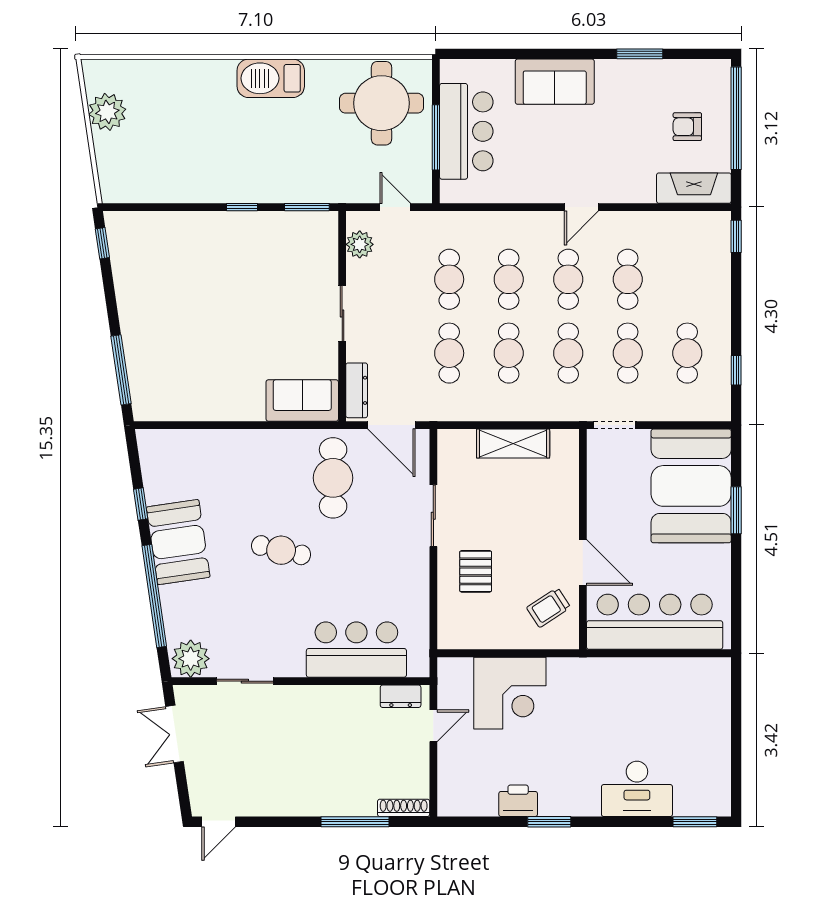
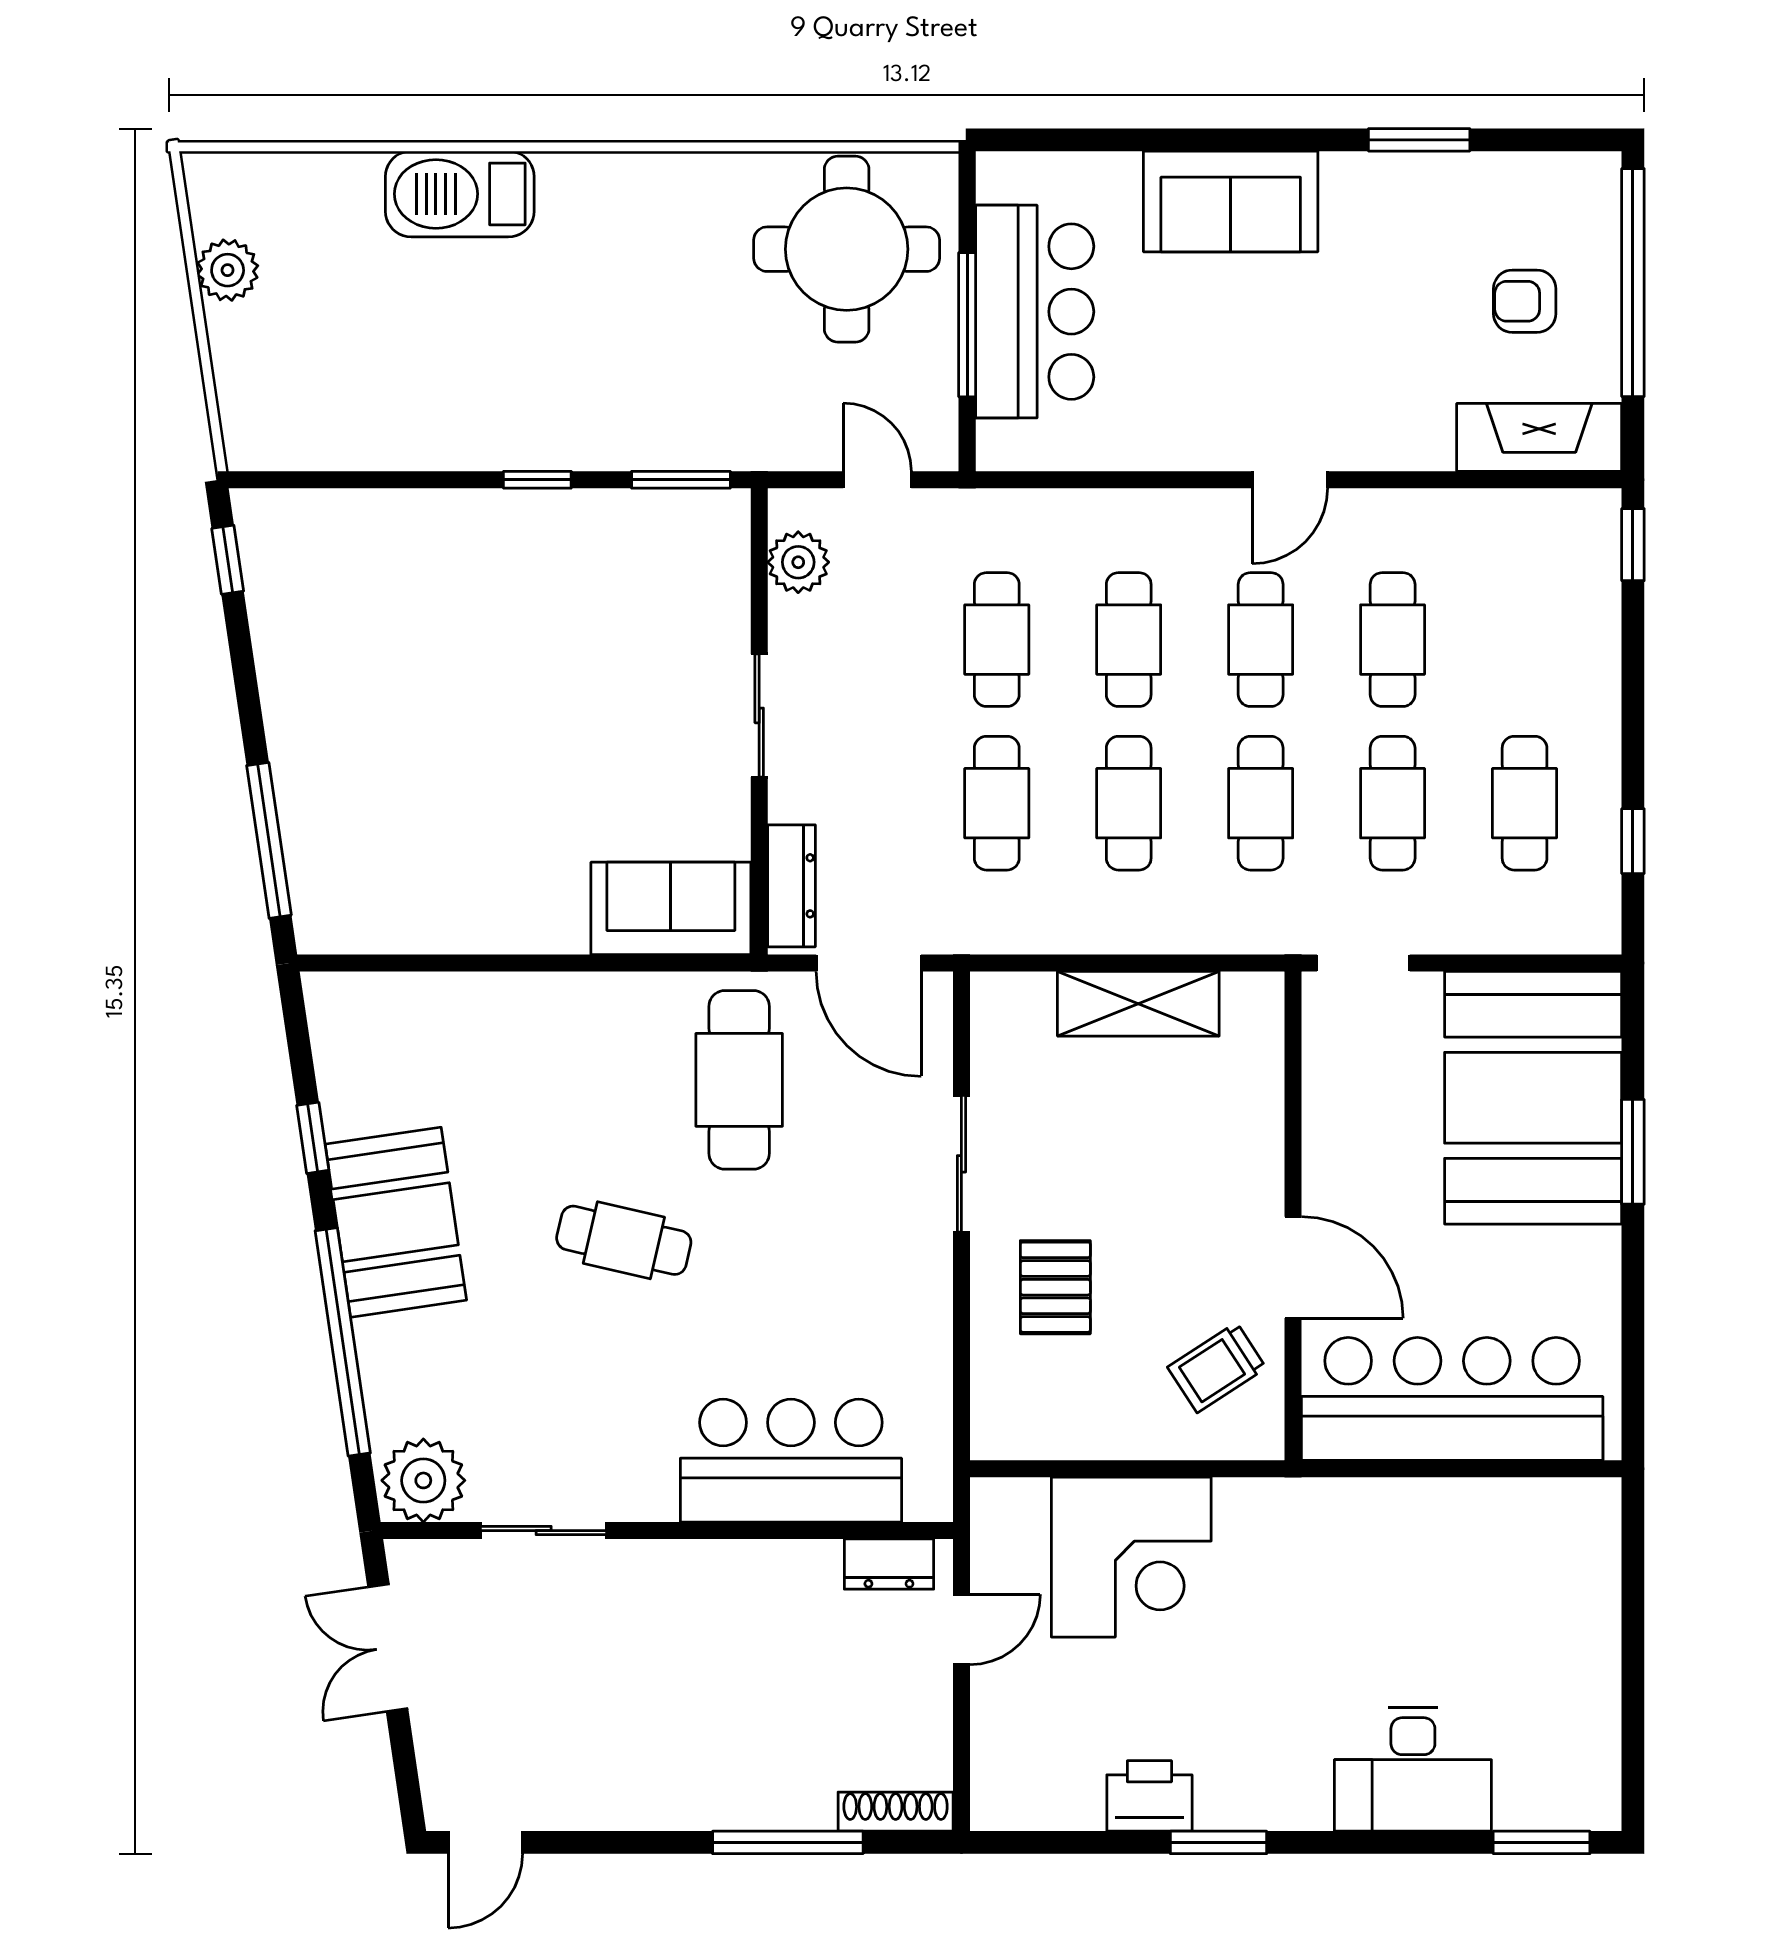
barbecue: (271, 78) -> (460, 194), moved
plant: (107, 112) -> (228, 270), width x0.73, depth x0.73

